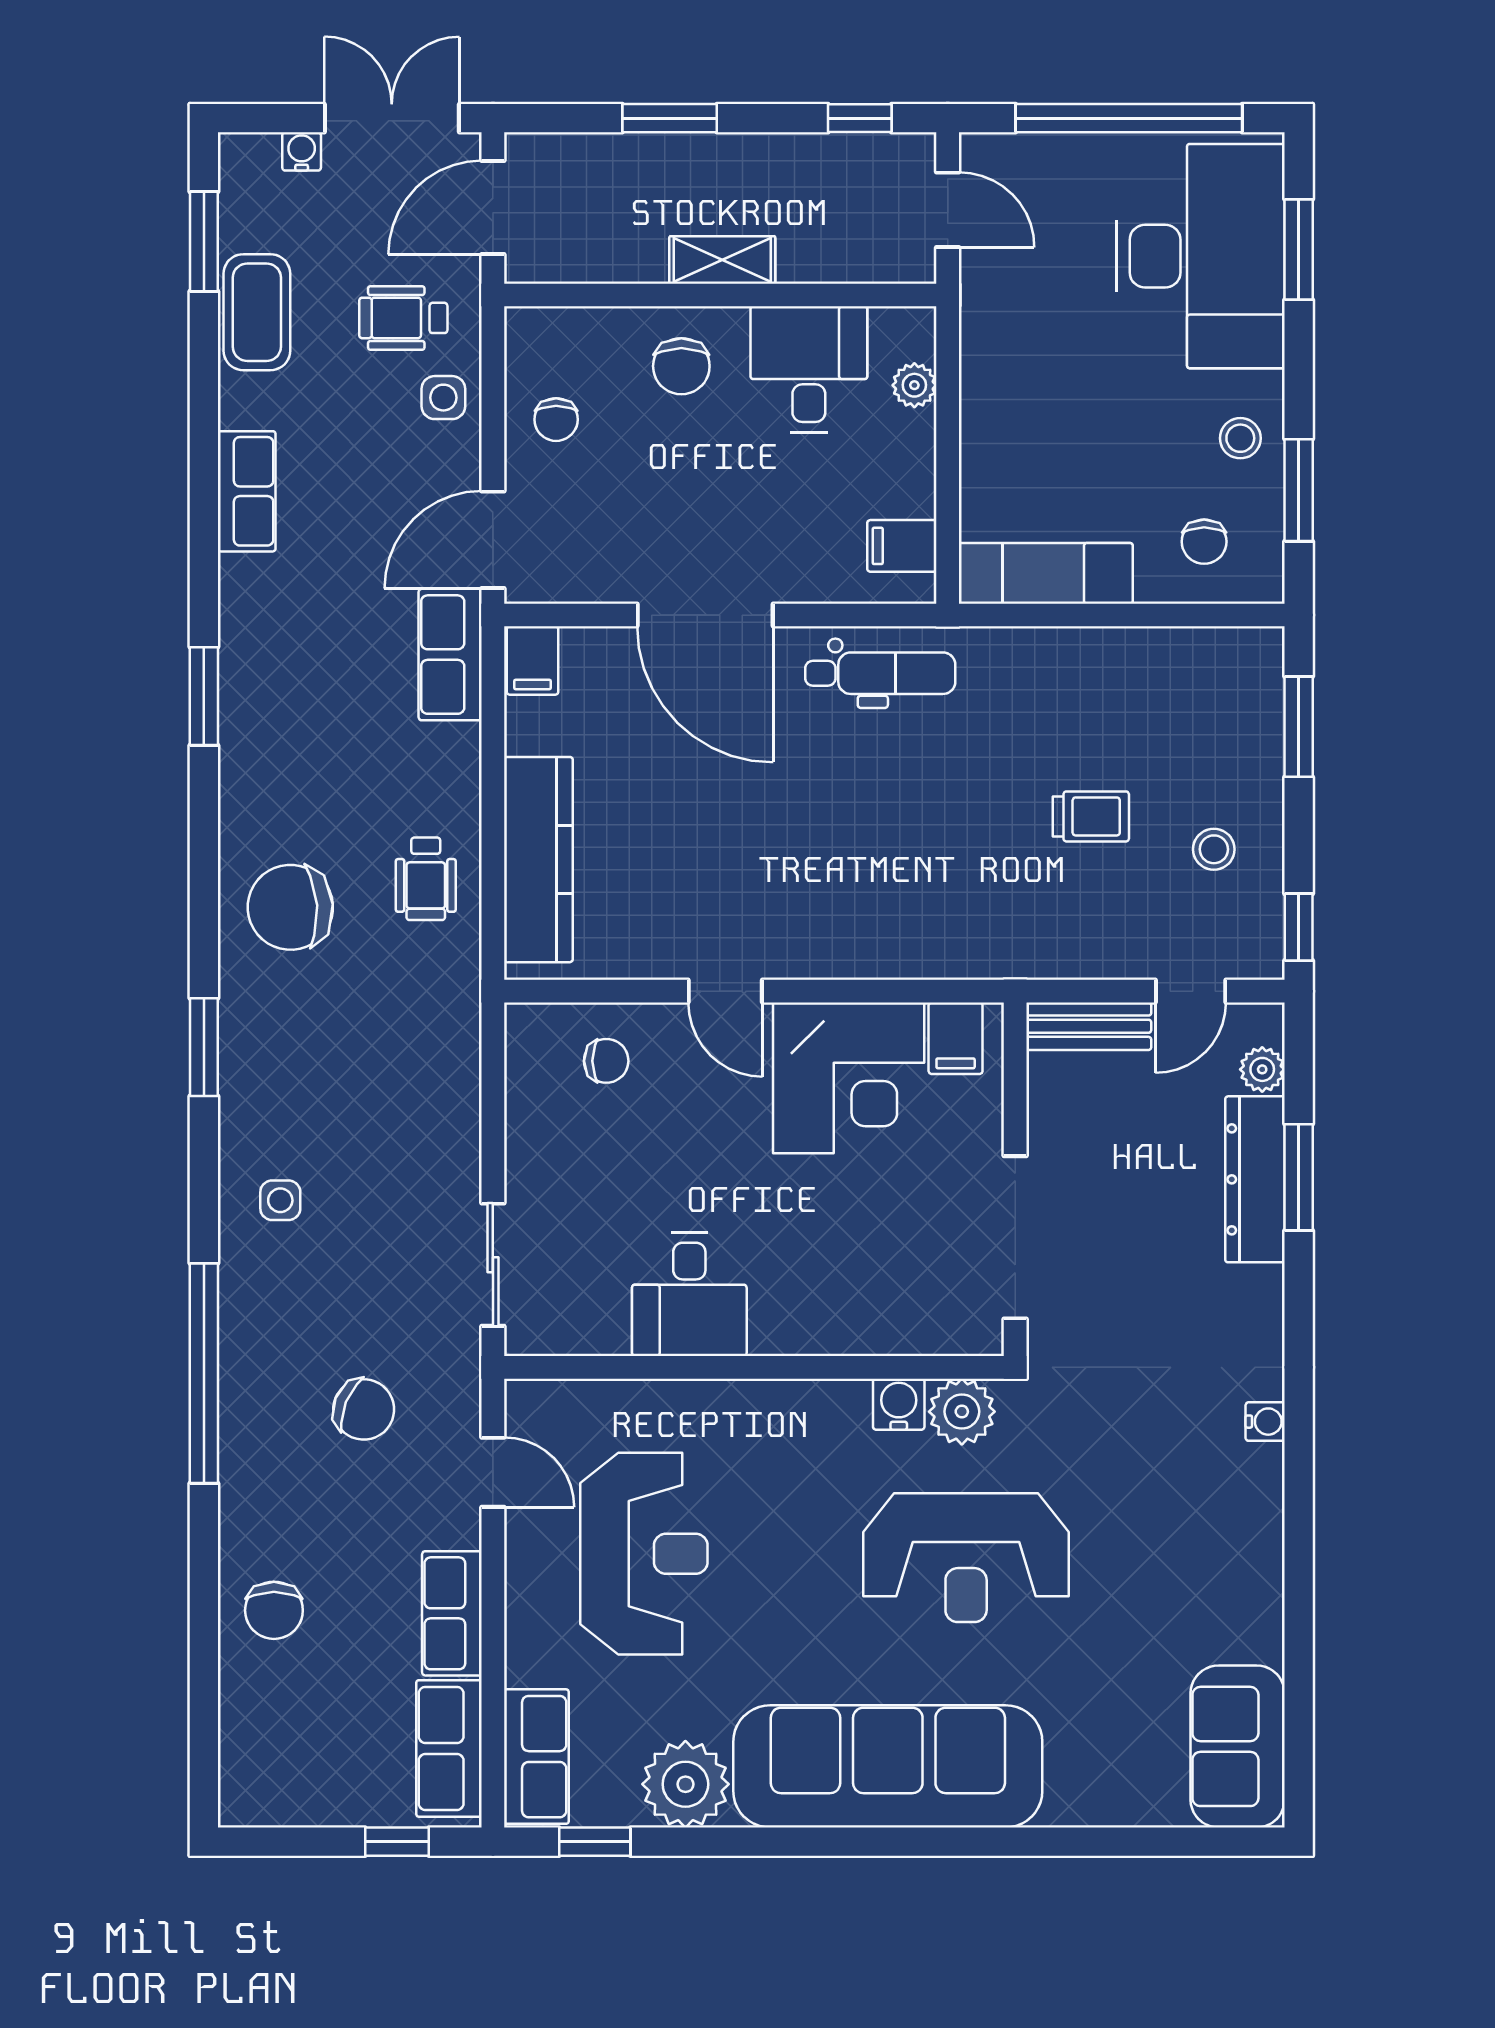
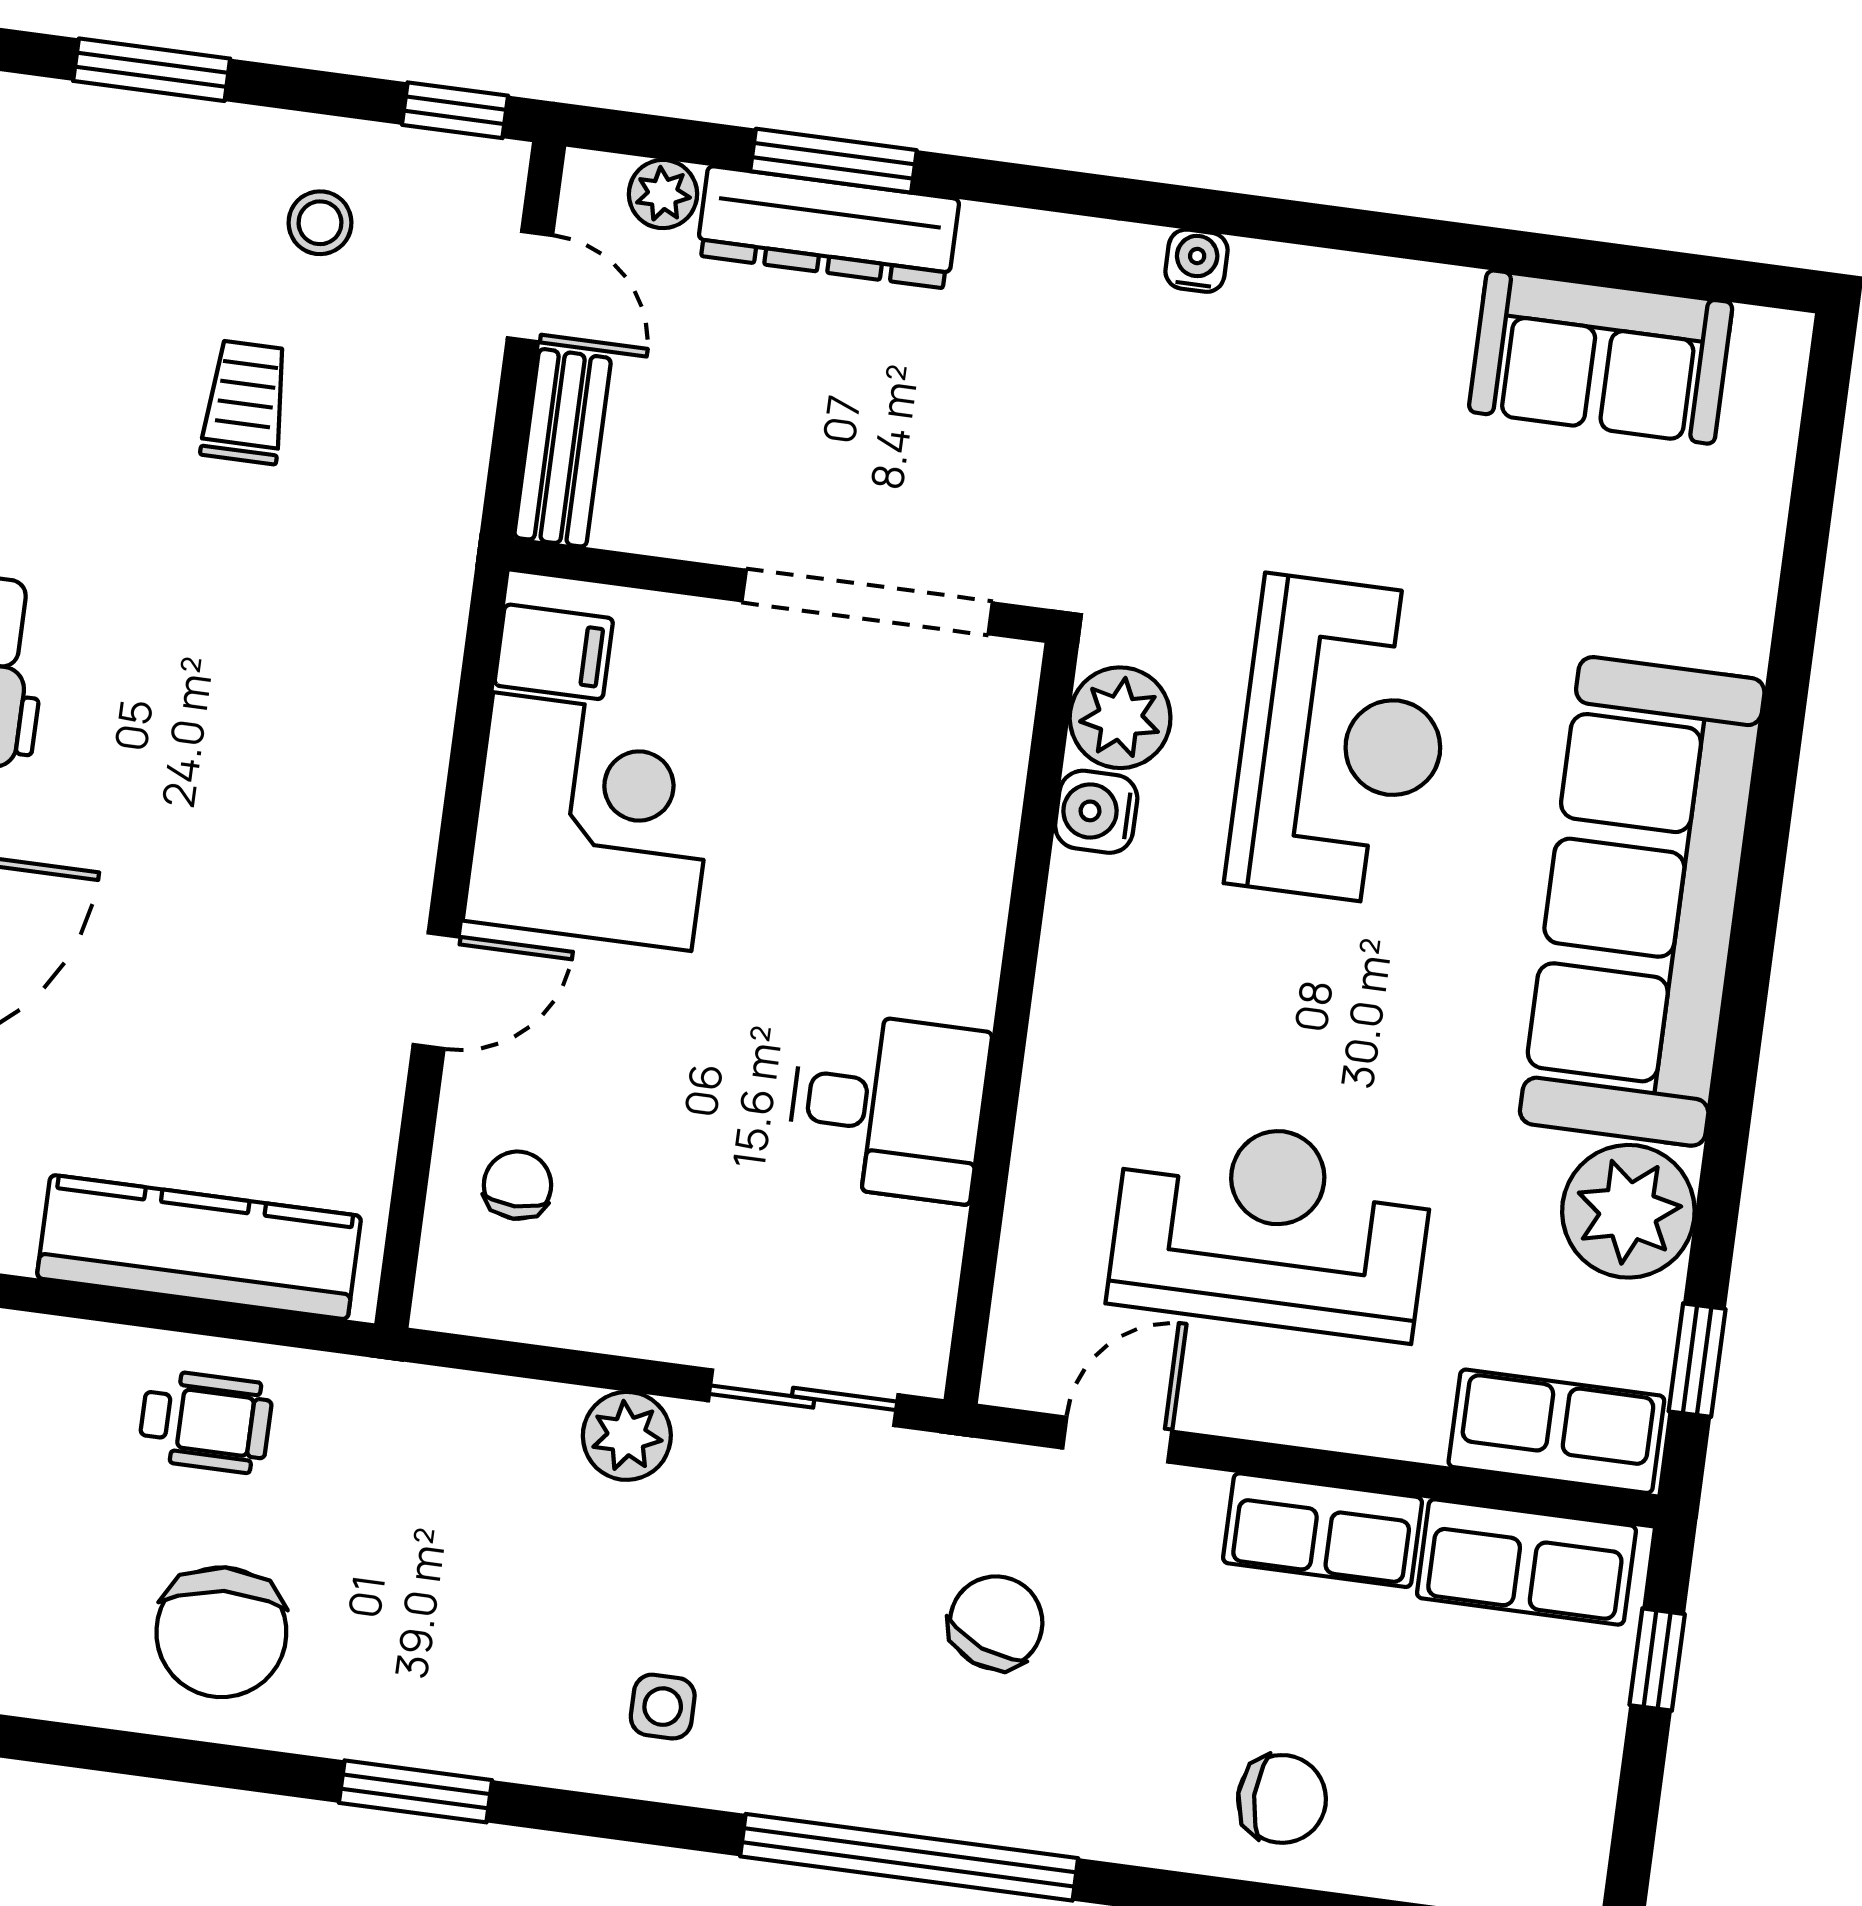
plant: (453, 1154) -> (627, 1436), added
sofa: (1238, 1746) -> (1601, 357), moved

